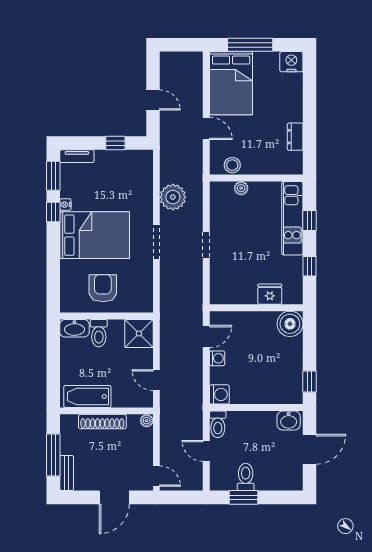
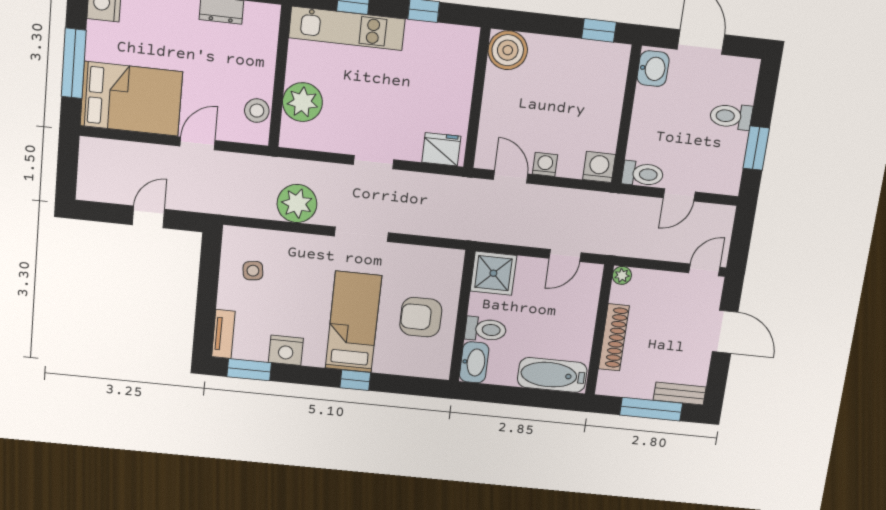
window: (115, 143) -> (209, 278), removed
side table: (123, 172) -> (253, 271), added
plant: (241, 188) -> (302, 102), width x1.88, depth x1.88
nightstand: (65, 205) -> (286, 350), width x1.89, depth x1.79
window: (53, 212) -> (355, 380), moved
bed: (95, 235) -> (353, 322), width x0.67
fridge: (270, 294) -> (441, 149), moved, turned 90
bathtub: (87, 396) -> (552, 375), moved, turned 90
toilet: (246, 477) -> (731, 116), moved

